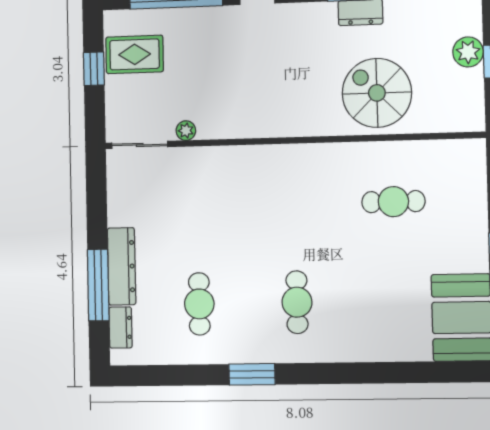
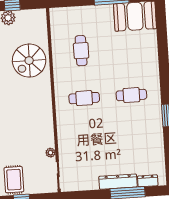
cafe table: (199, 304) -> (84, 98), moved

